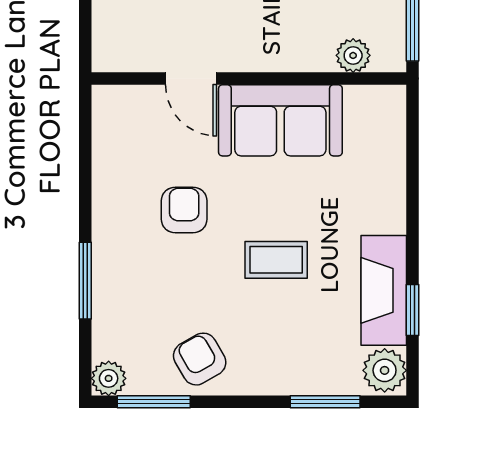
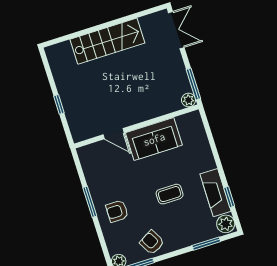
plant: (353, 55) -> (189, 100), moved
armchair: (184, 210) -> (117, 211), moved, turned -90
window: (85, 281) -> (90, 202), moved

